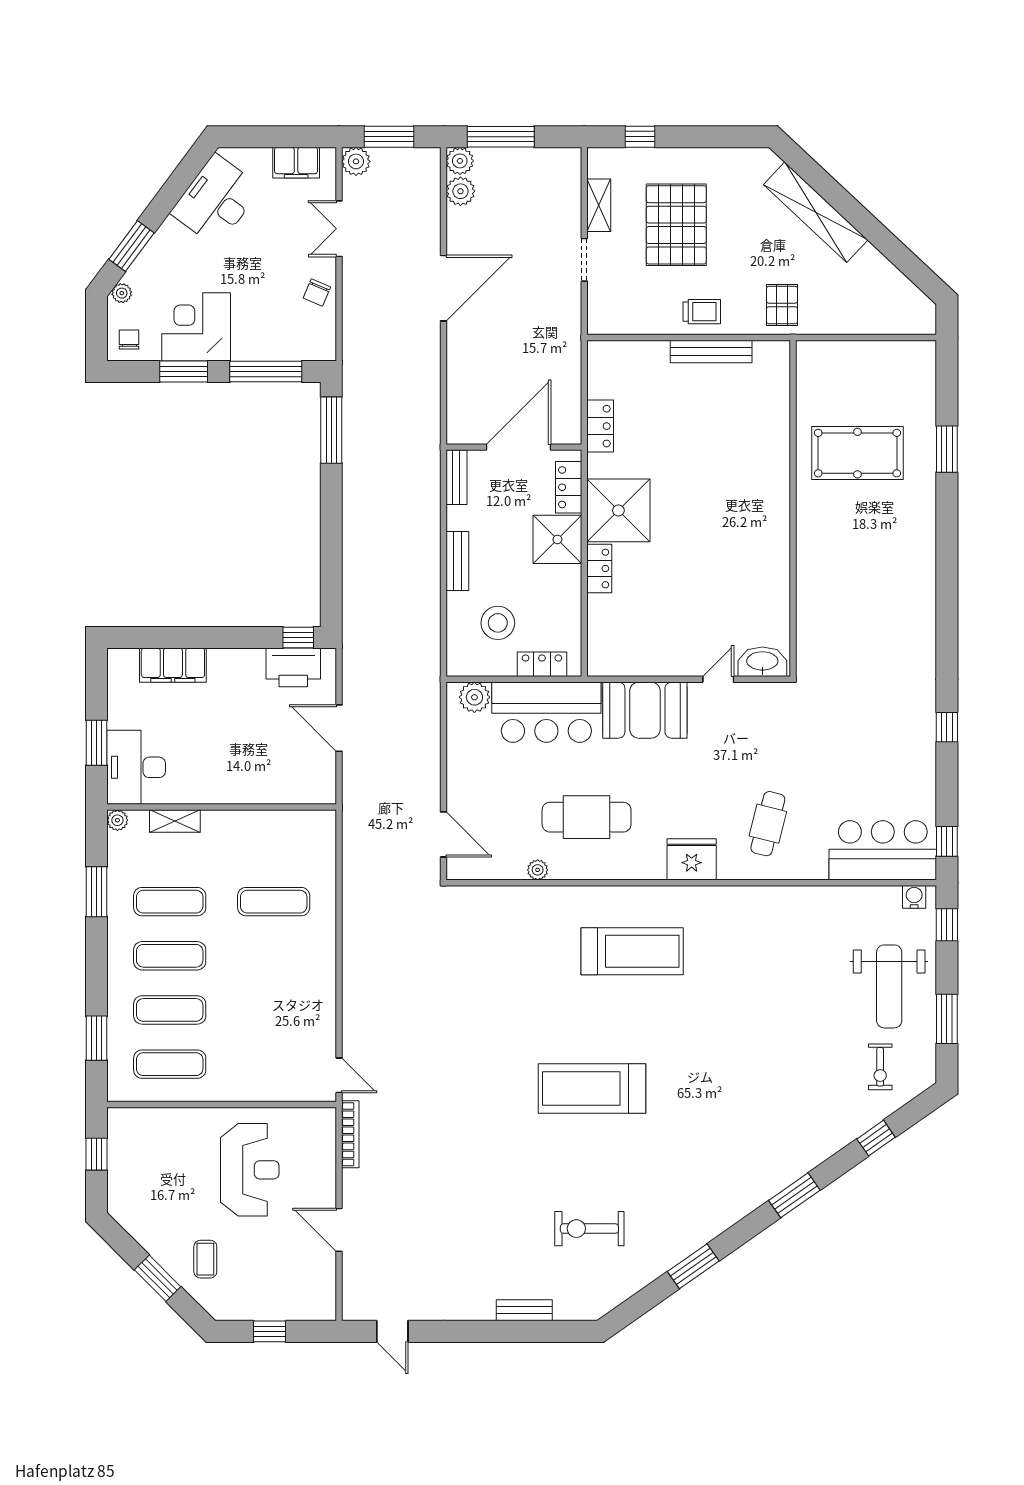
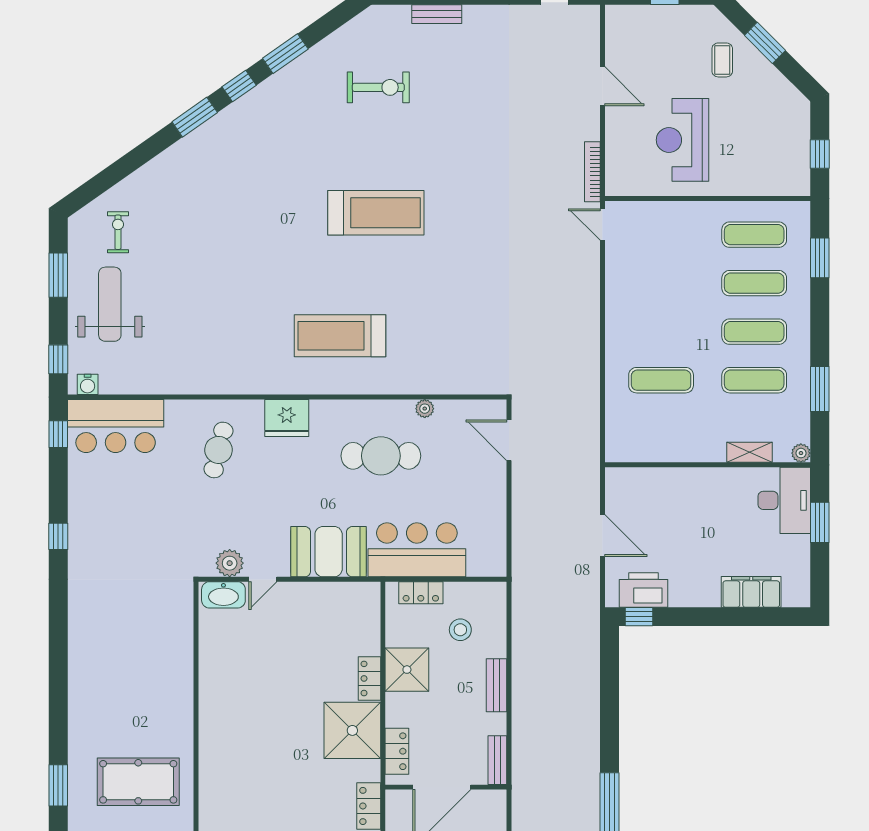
shower: (557, 539) -> (407, 670), moved
stool: (498, 623) -> (460, 630), width x0.73, depth x0.73
plant: (474, 697) -> (230, 563), moved
window: (876, 1138) -> (239, 86), moved

